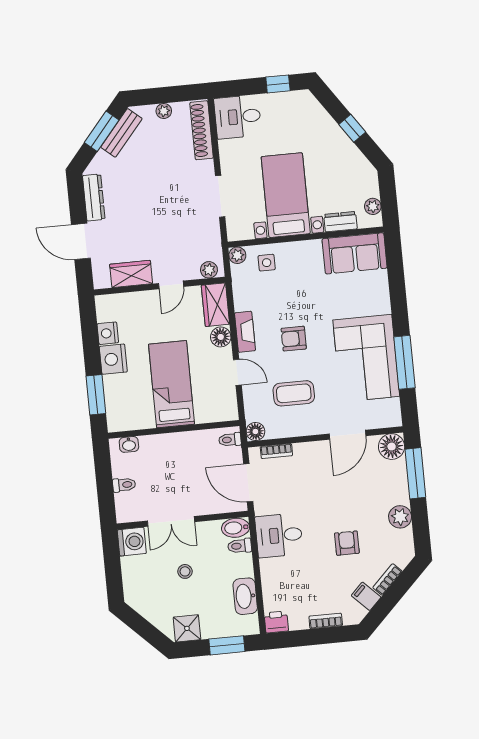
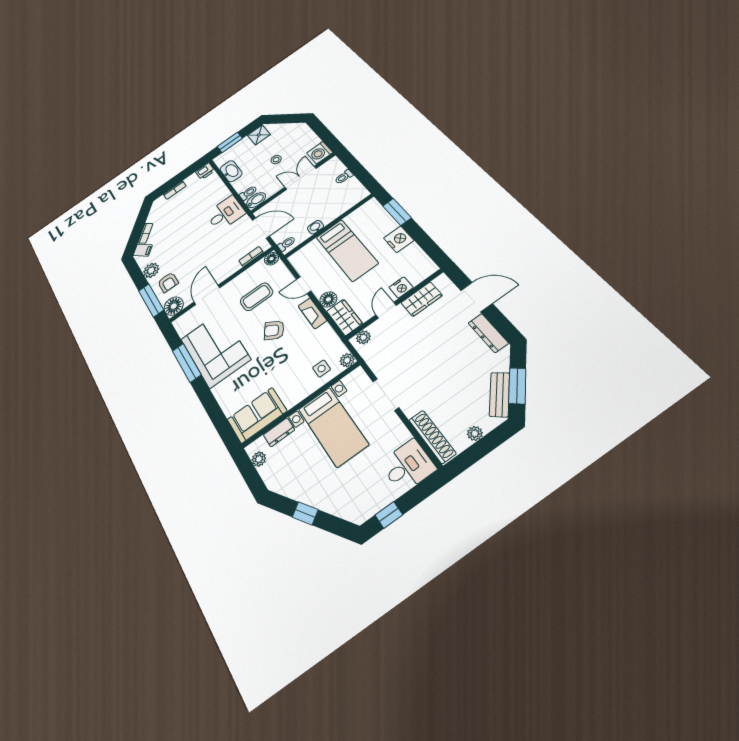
nightstand: (108, 333) -> (401, 287), moved, turned 90
armchair: (294, 339) -> (274, 330), turned -147
washbasin: (129, 444) -> (315, 227), moved
armchair: (347, 543) -> (168, 282), moved
filing cabinet: (366, 596) -> (143, 250), moved

